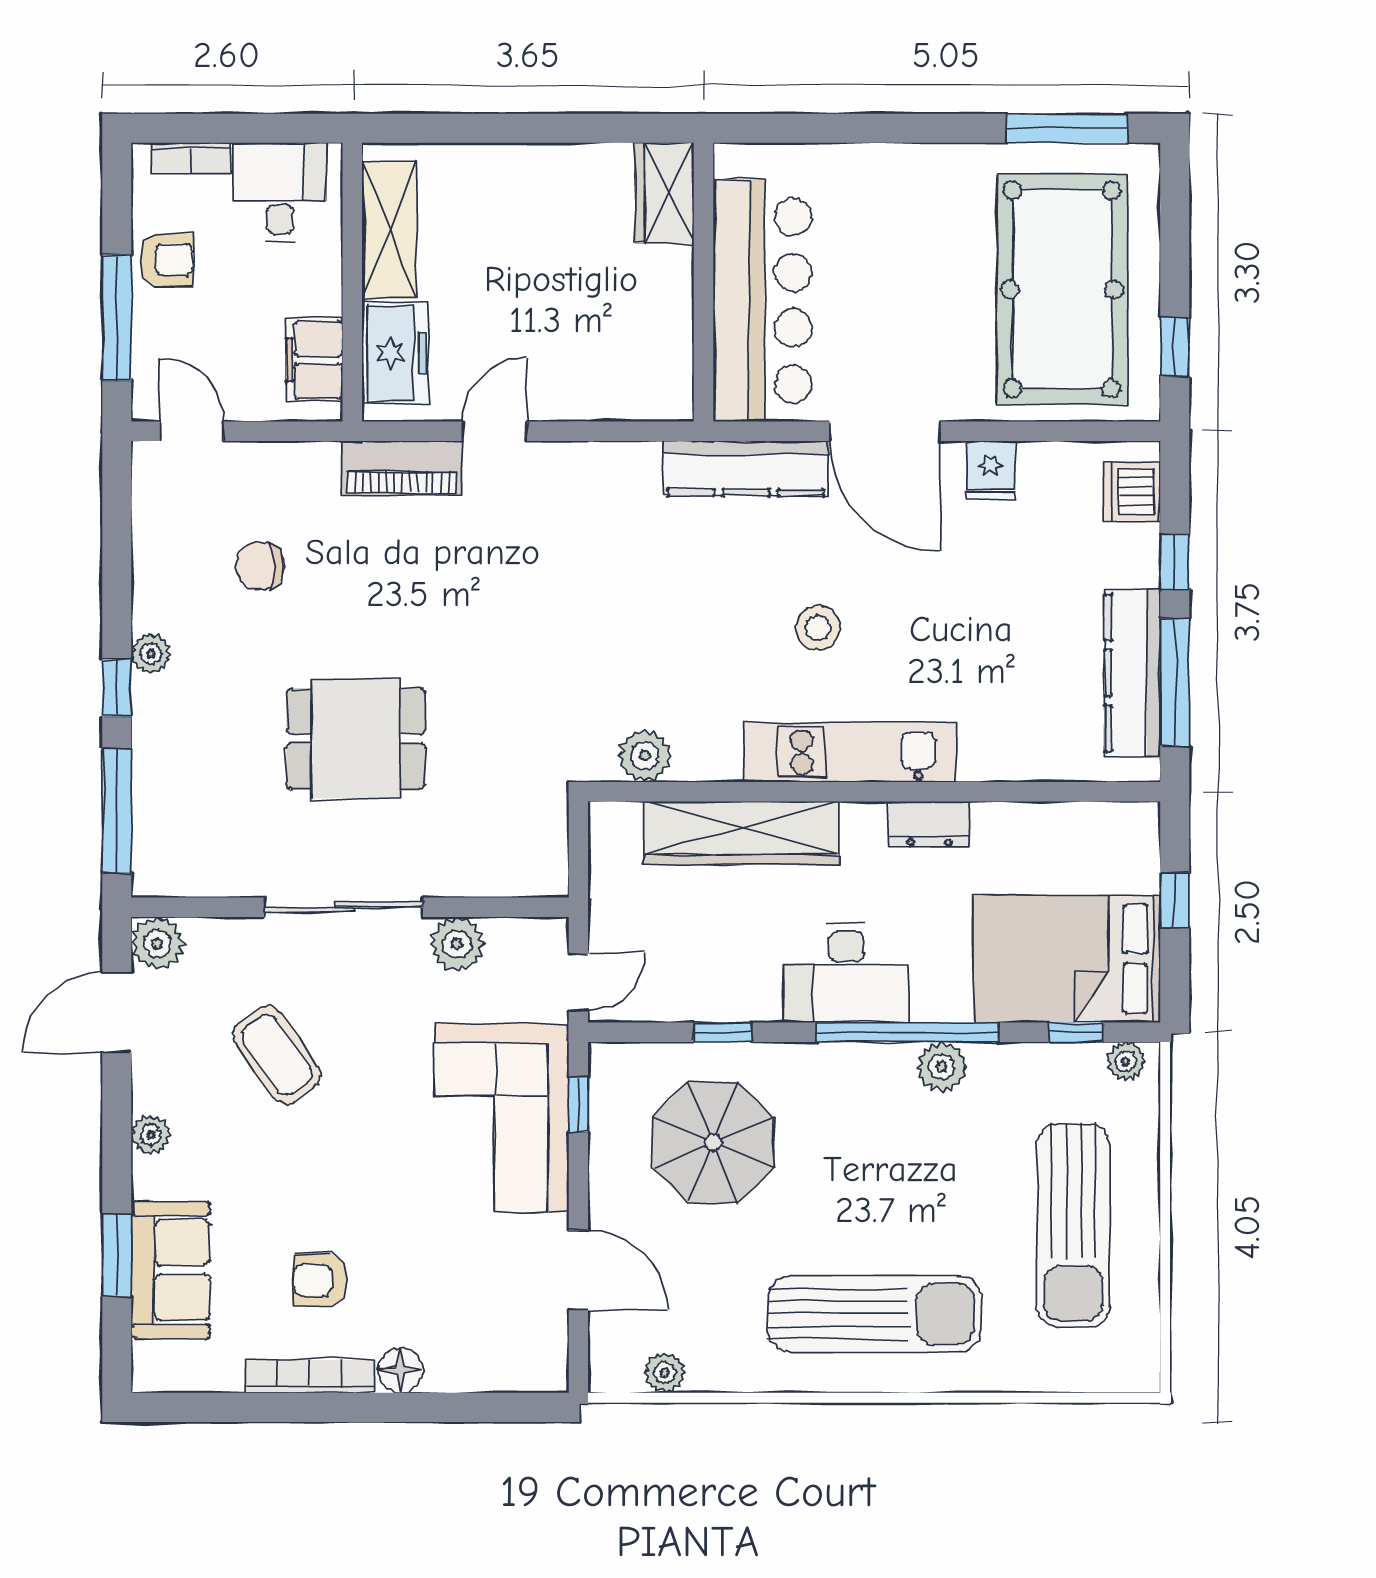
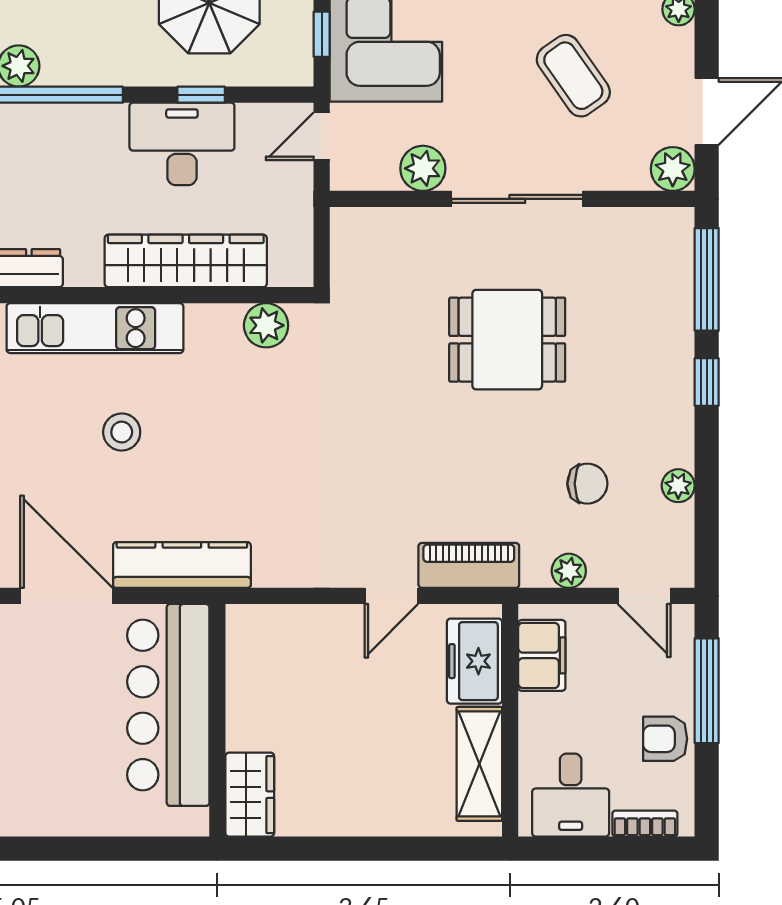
plant: (282, 461) -> (569, 571), added
plant: (151, 654) -> (678, 486), moved
desk: (846, 973) -> (182, 144), moved

